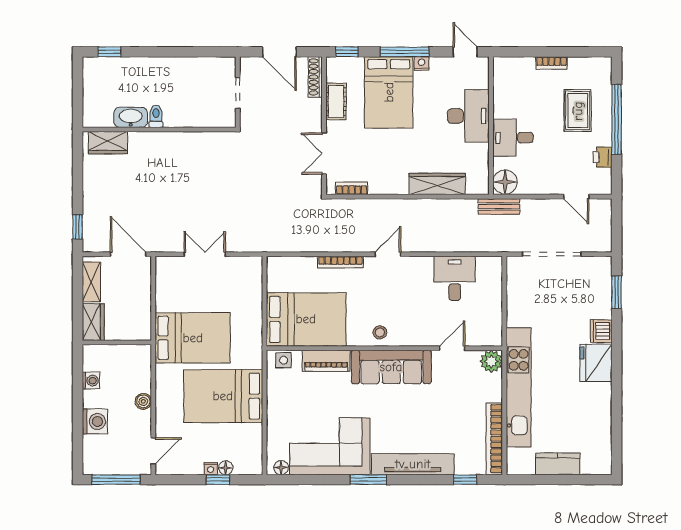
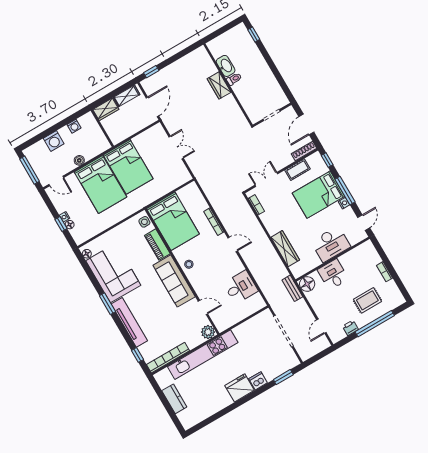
wardrobe: (108, 143) -> (219, 85), moved
bed: (223, 396) -> (101, 184), moved, turned 180

